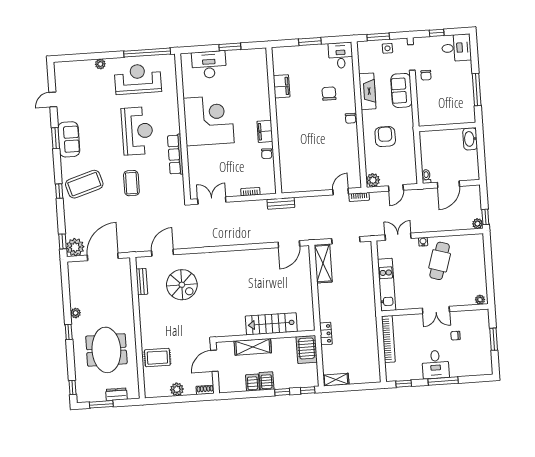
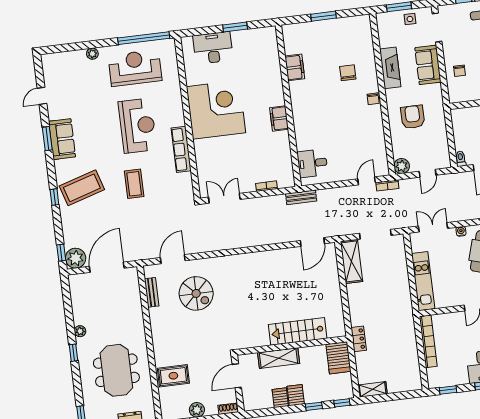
desk: (341, 55) -> (312, 163), moved, turned -90
chair: (426, 75) -> (459, 71), moved
chair: (267, 154) -> (282, 143), removed

